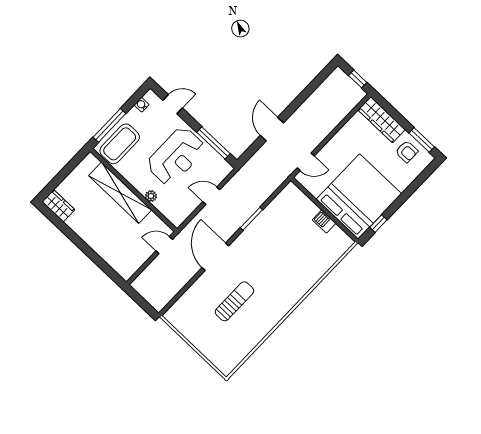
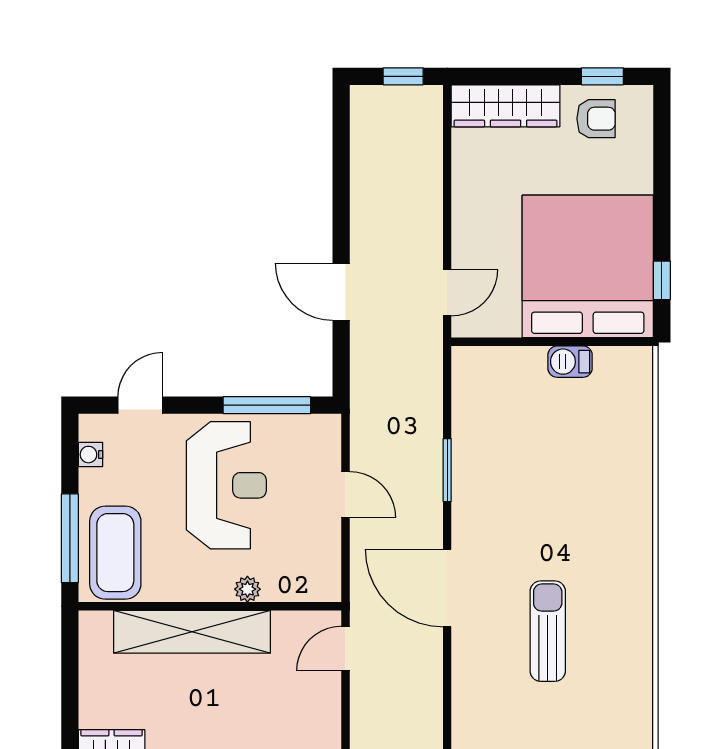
window: (422, 140) -> (602, 76), width x0.67
door: (211, 196) -> (345, 495), swing flipped

